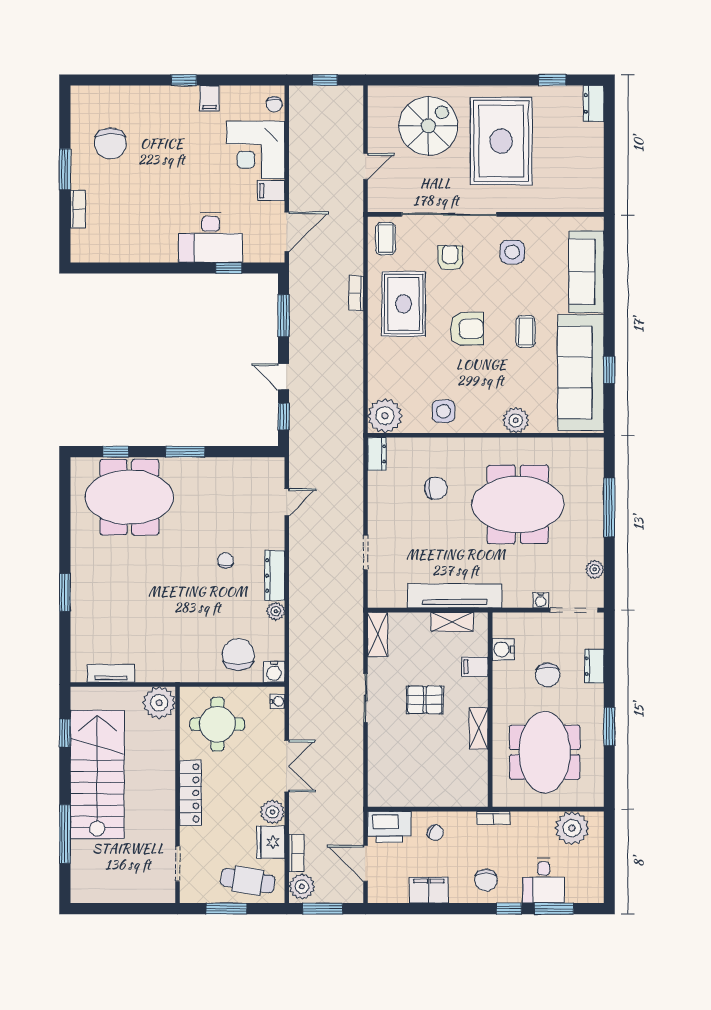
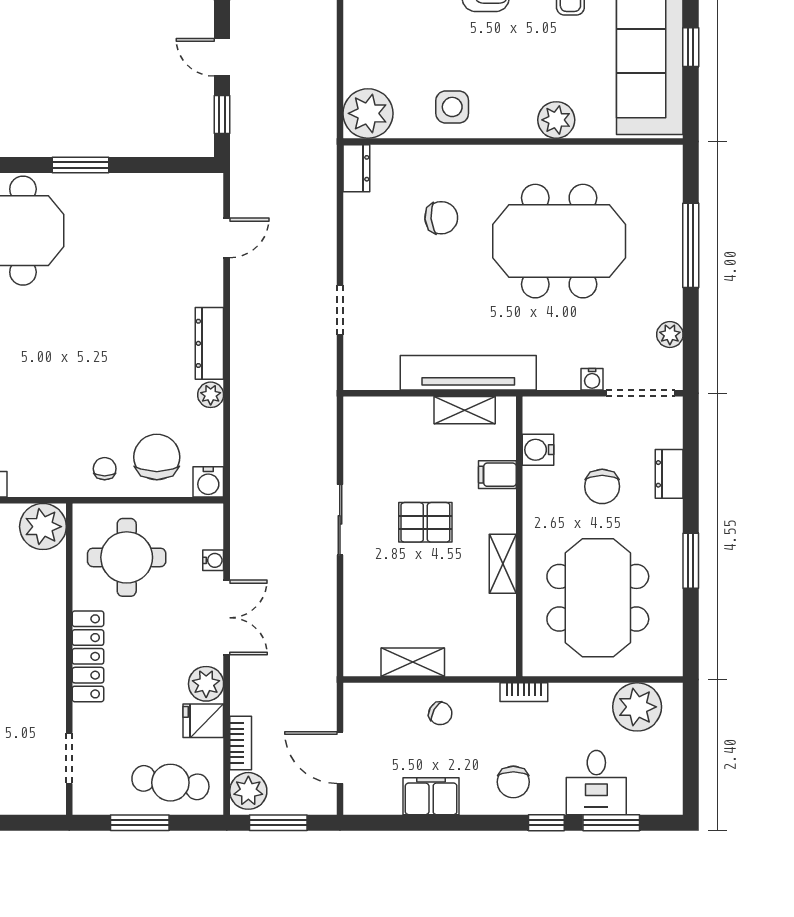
chair: (225, 561) -> (105, 469), moved
shelving: (378, 634) -> (413, 662), moved, turned 90
water cooler: (277, 701) -> (213, 560), moved
printer: (389, 827) -> (374, 705), removed
fridge: (271, 842) -> (203, 721), width x0.72

